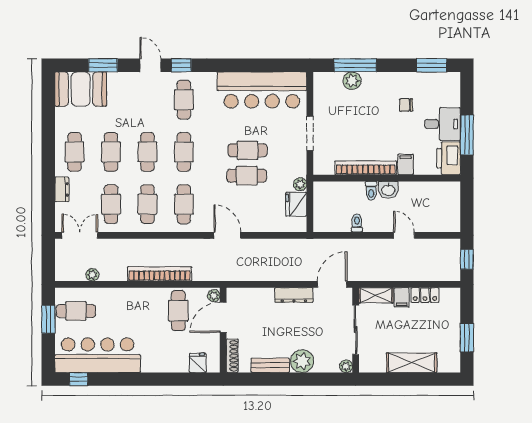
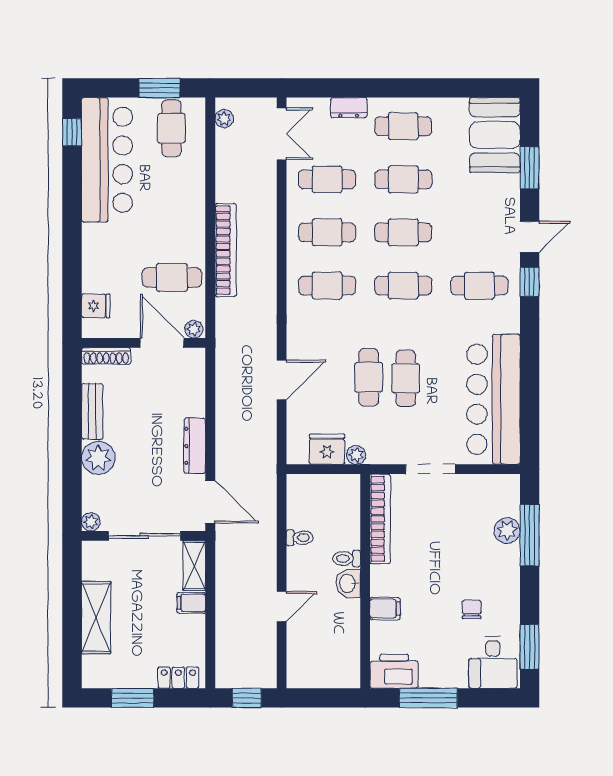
desk: (443, 124) -> (493, 663), moved
bookcase: (366, 168) -> (380, 519), moved
door: (227, 235) -> (282, 380), moved
plant: (92, 275) -> (224, 119), moved
locker: (425, 295) -> (178, 678), moved, turned 90

